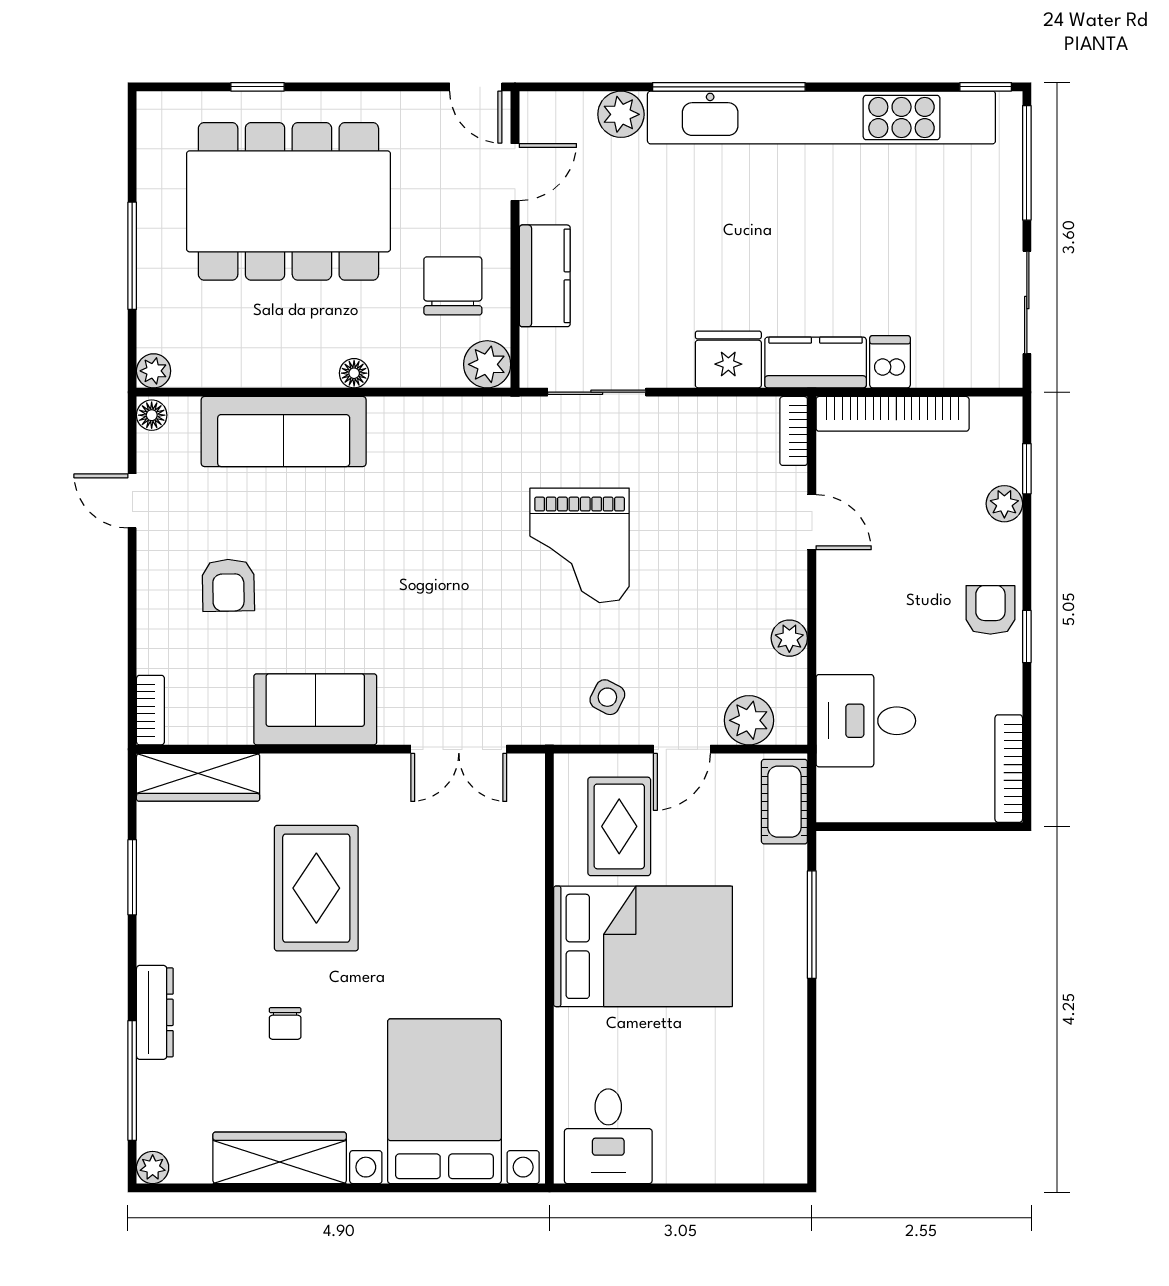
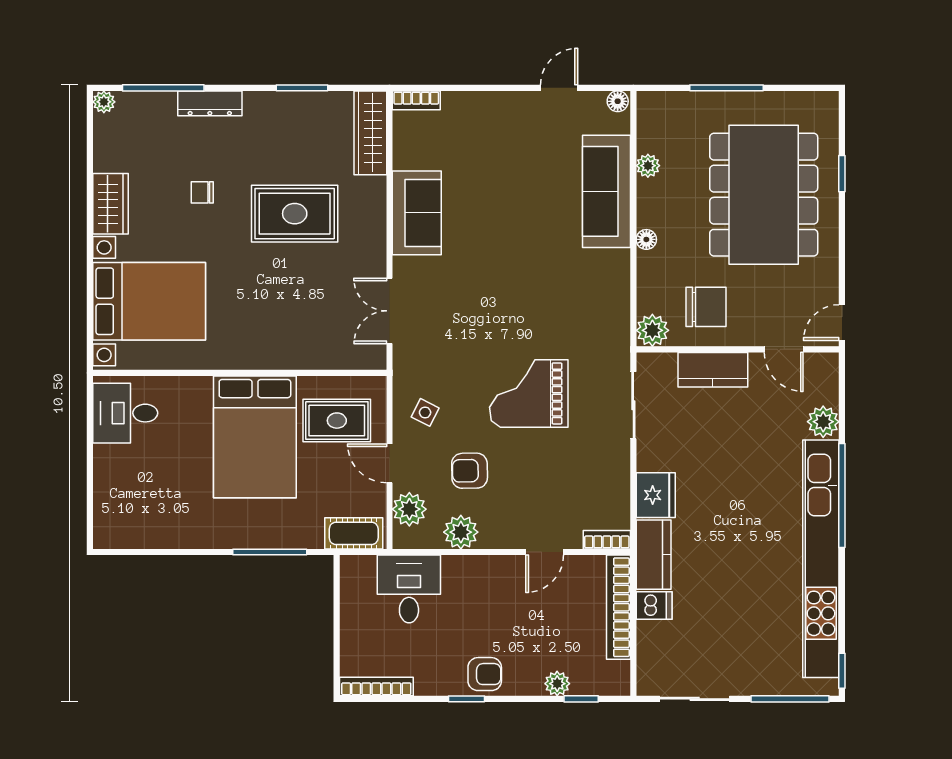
plant: (154, 371) -> (648, 166), moved
armchair: (228, 585) -> (470, 471), moved
plant: (789, 638) -> (461, 532), width x1.38, depth x1.38
wardrobe: (280, 1158) -> (110, 204), width x0.67

